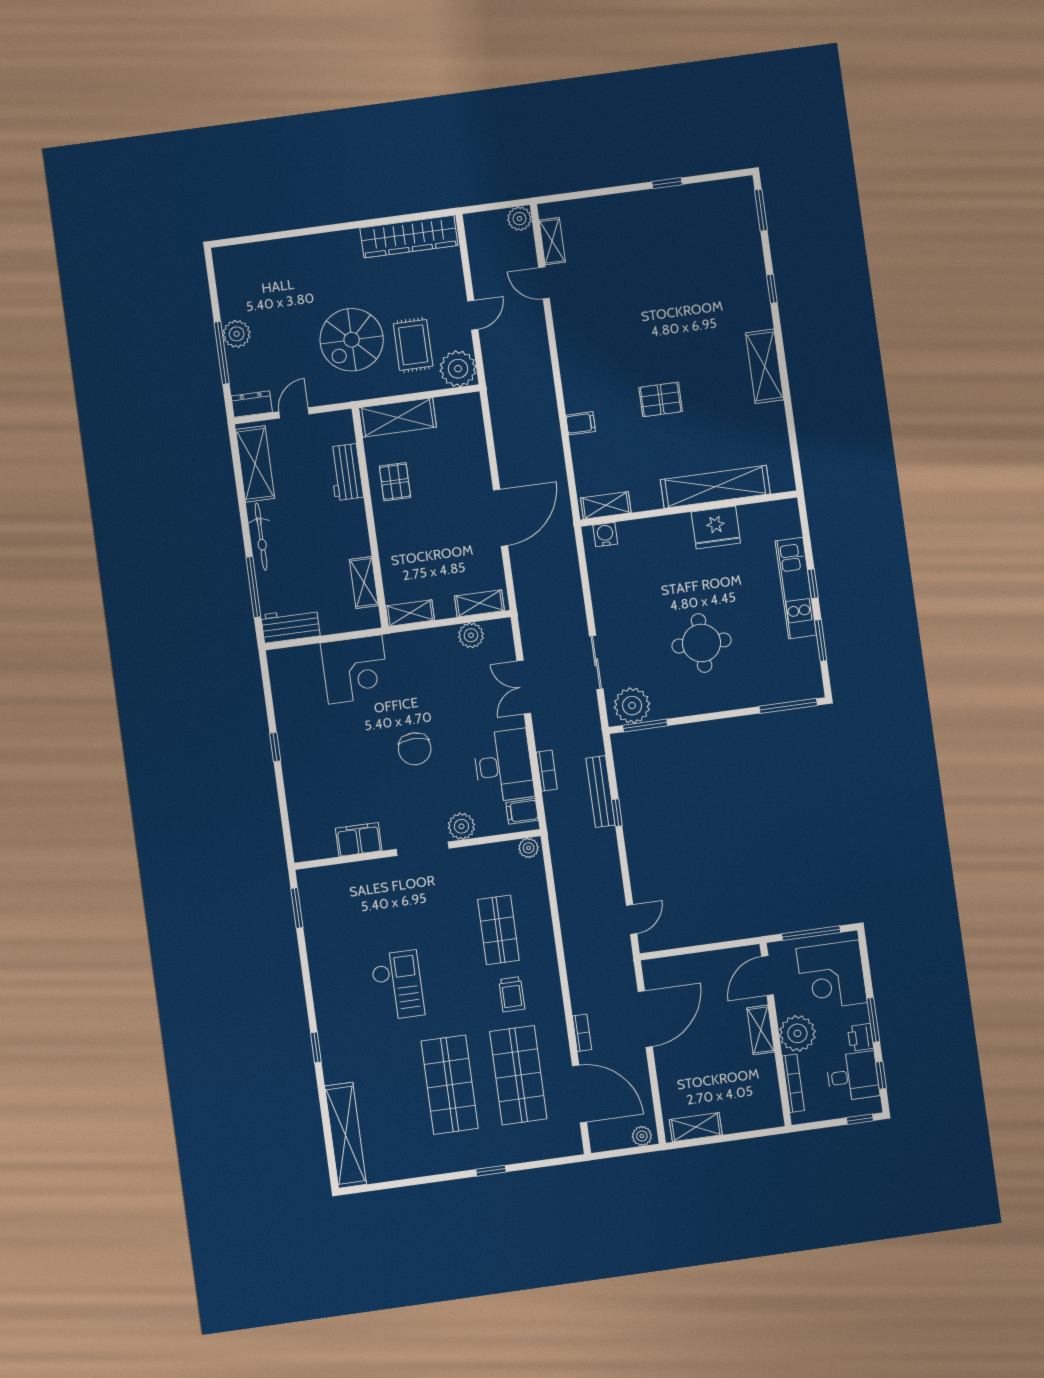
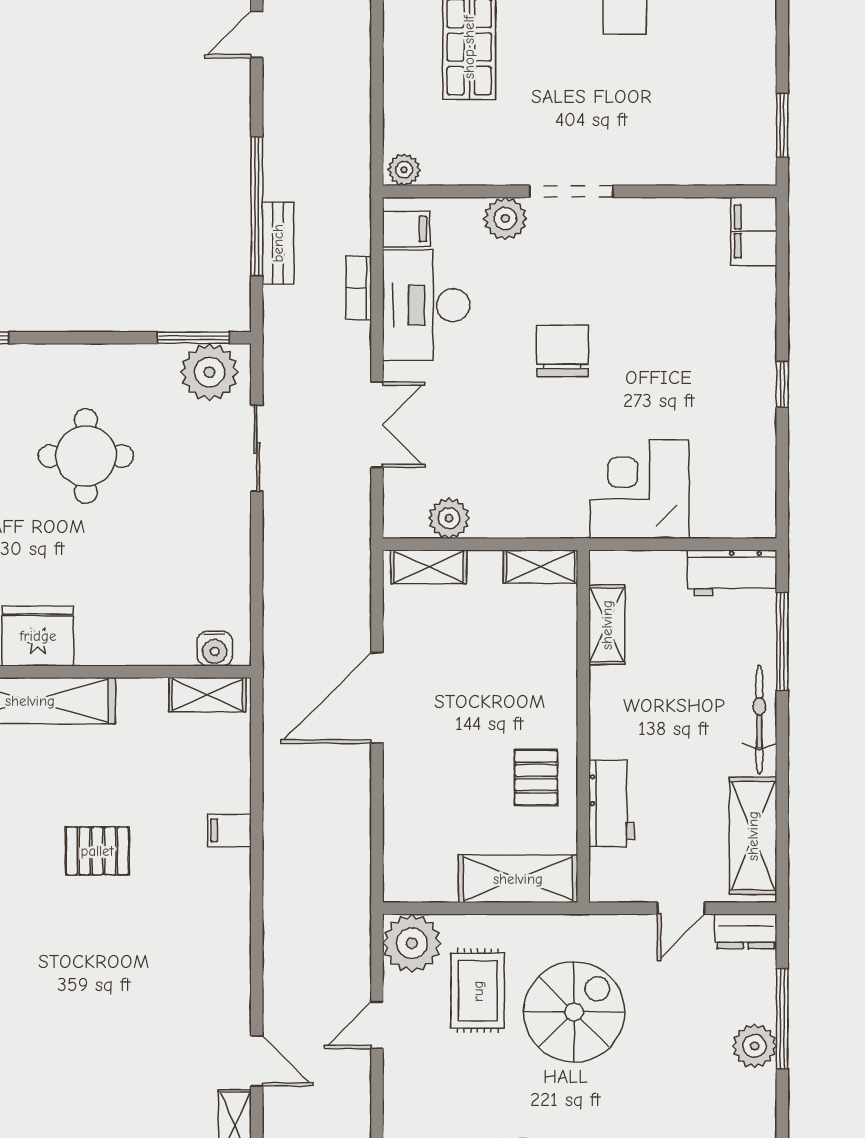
bench: (600, 792) -> (278, 243), width x0.73
window: (617, 813) -> (257, 206), width x3.17
filing cabinet: (359, 840) -> (754, 231), moved, turned 90

